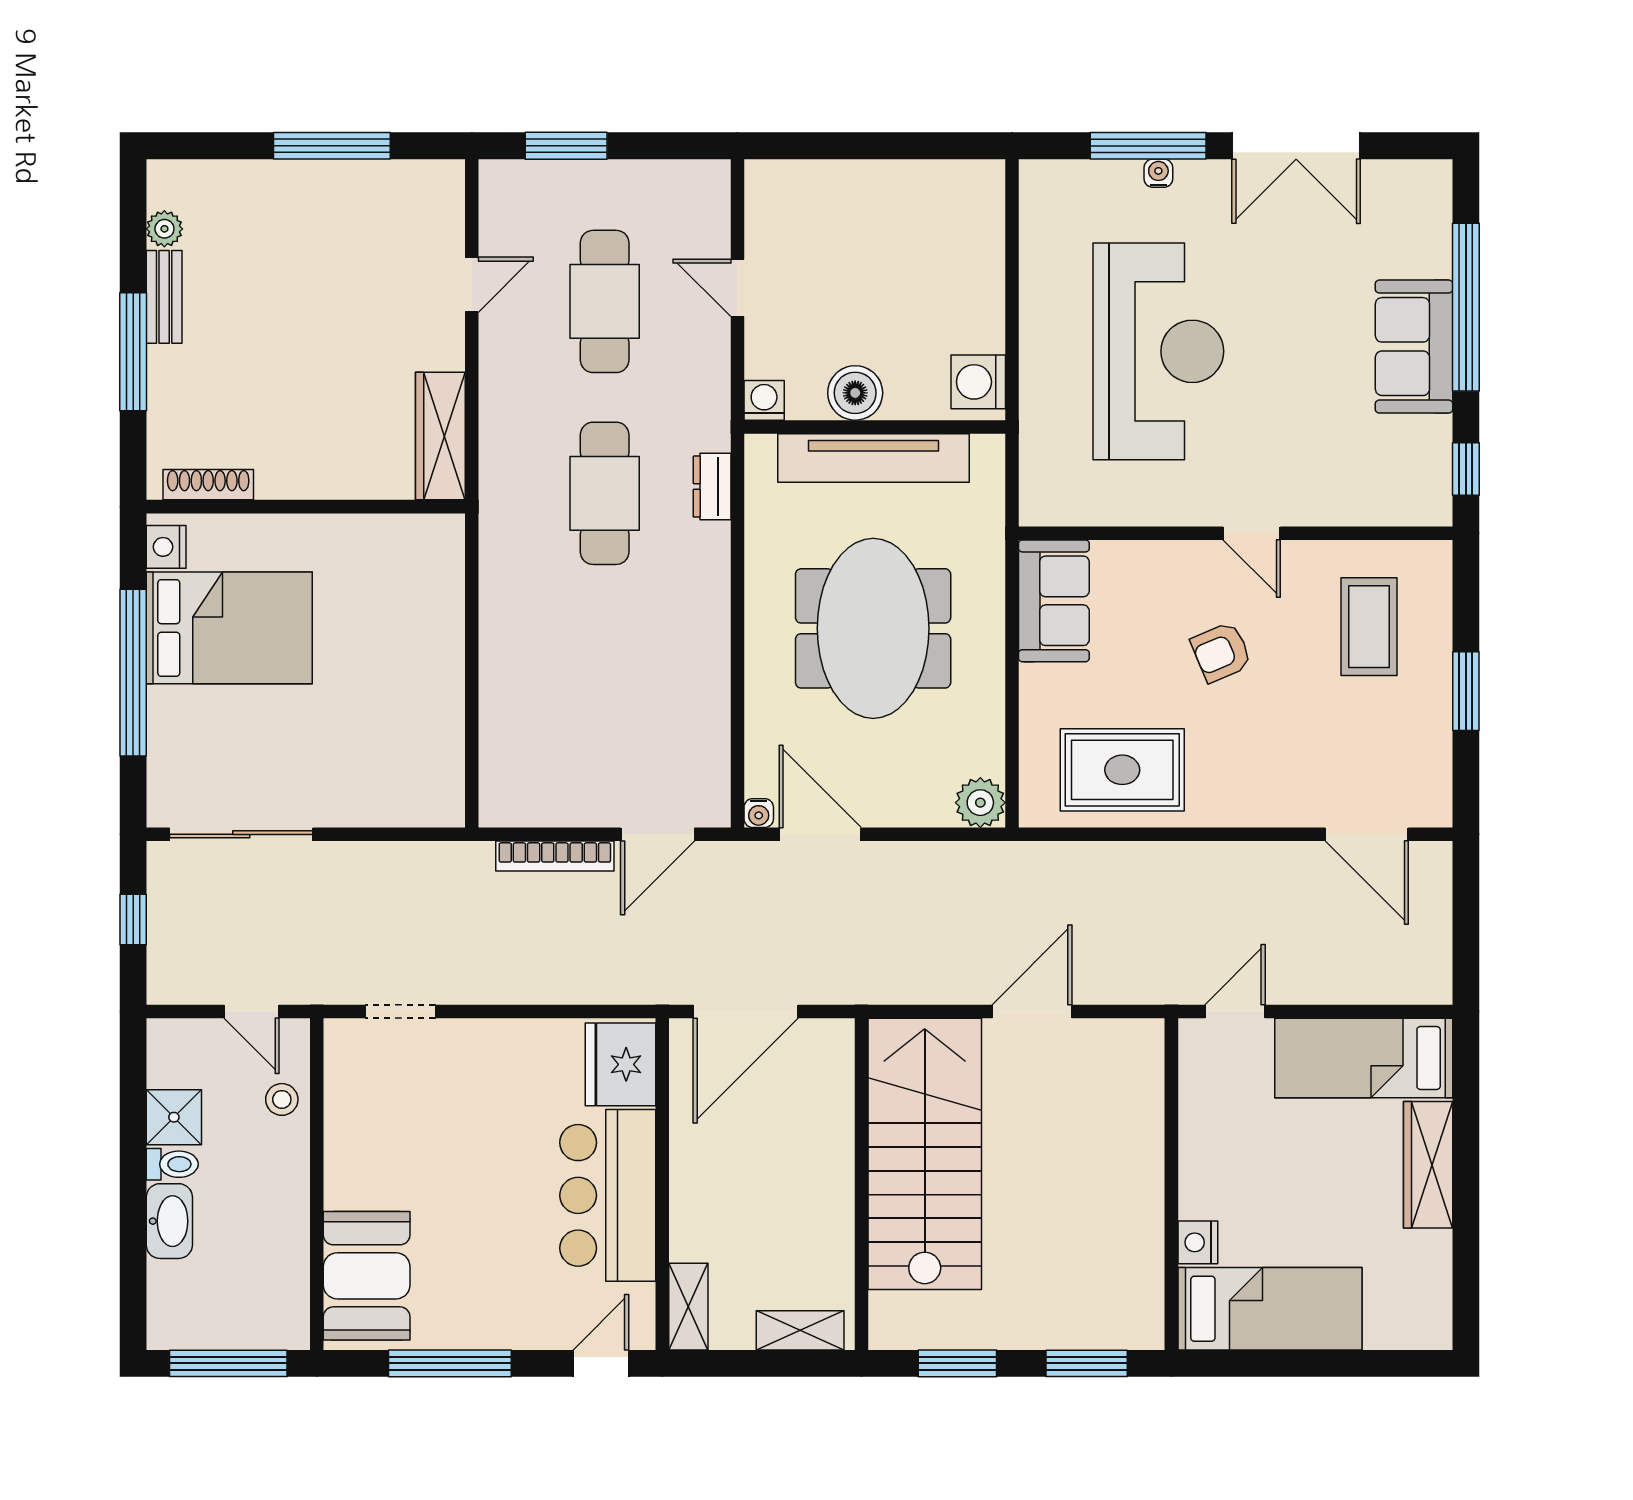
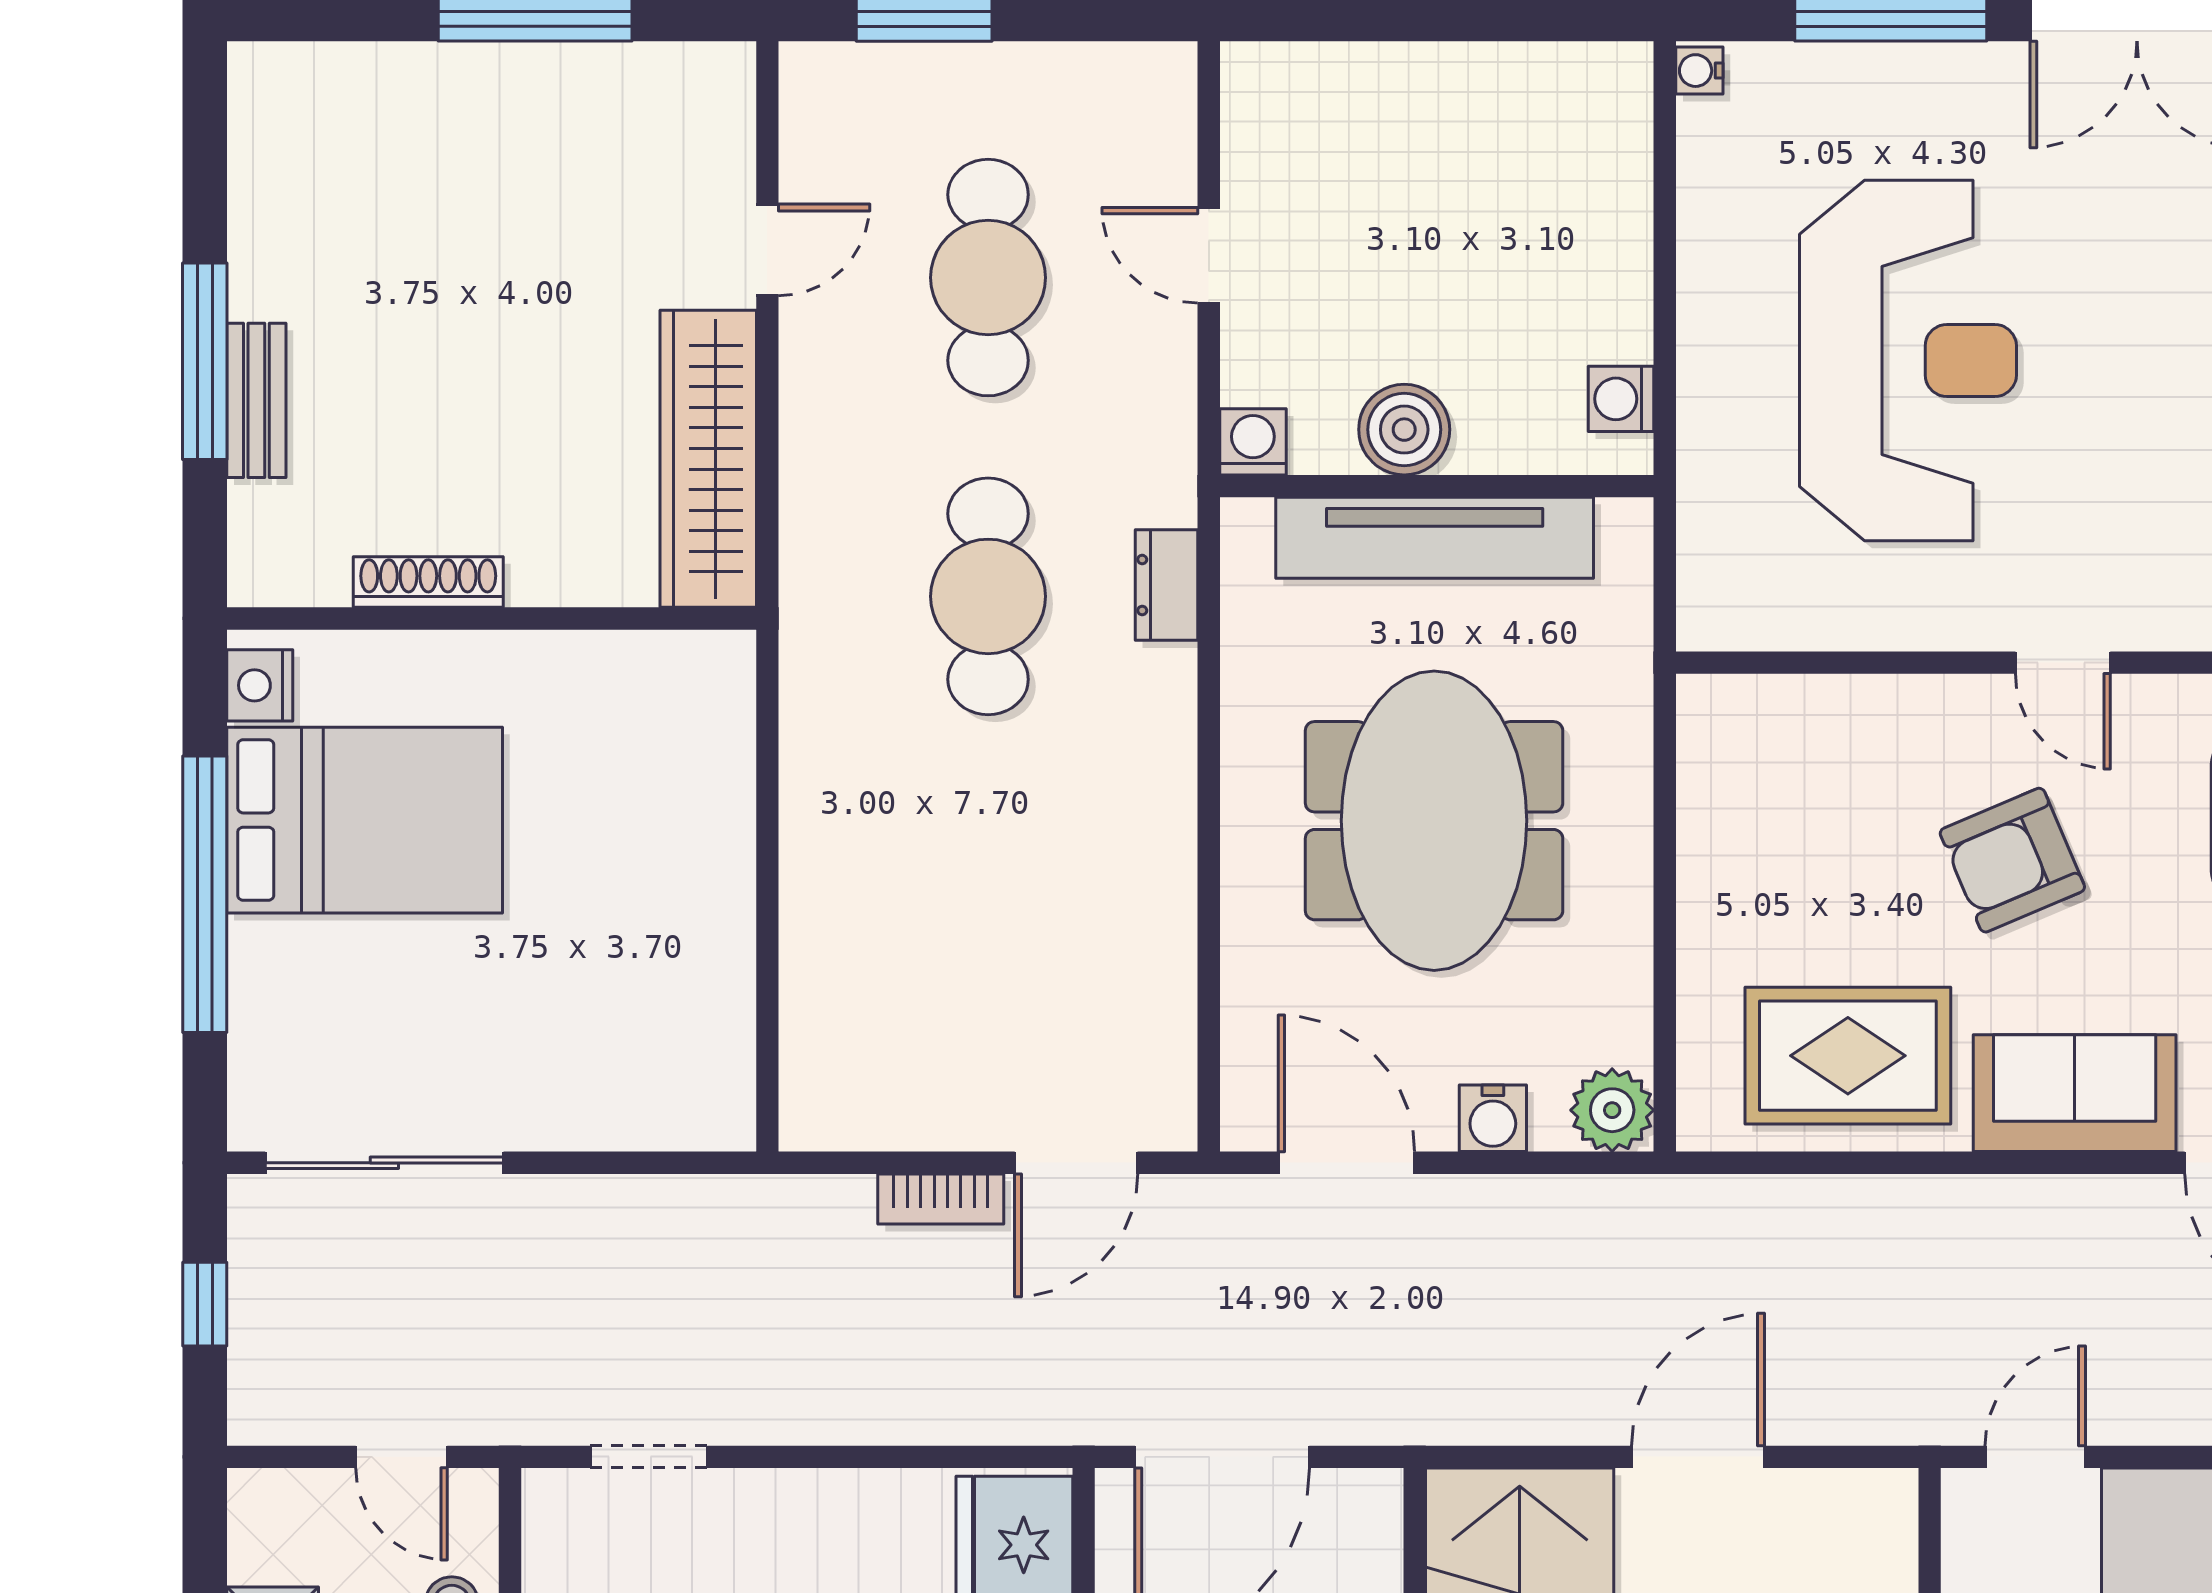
water cooler: (1158, 173) -> (1699, 71), moved, turned -90
plant: (164, 229) -> (257, 157), removed
bench: (164, 297) -> (256, 400), moved
washing machine: (978, 382) -> (1621, 399), width x0.73, depth x0.73
wardrobe: (440, 436) -> (708, 459), width x1.40, depth x1.17
shoe rack: (208, 485) -> (428, 582), moved
sofa: (1054, 601) -> (2075, 1093), moved, turned -90
armchair: (1221, 652) -> (2012, 860), width x1.38, depth x1.38
water cooler: (759, 813) -> (1493, 1118), moved, width x1.38, depth x1.38
bookcase: (555, 856) -> (941, 1199), width x0.64

